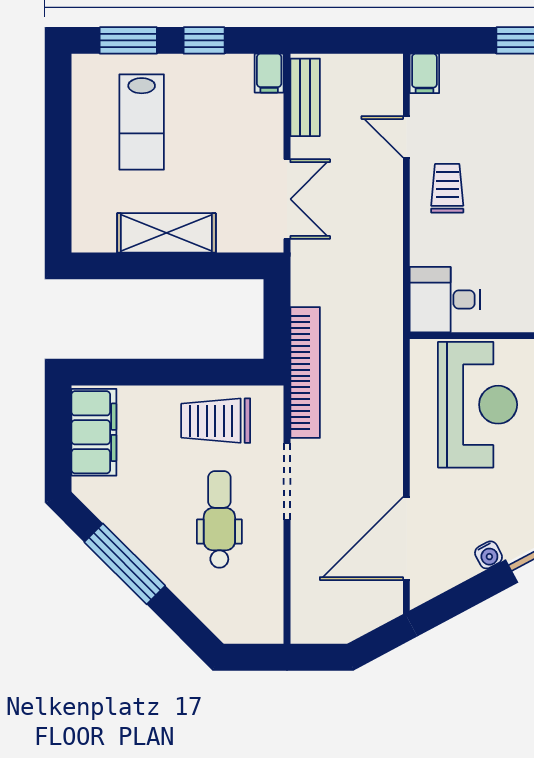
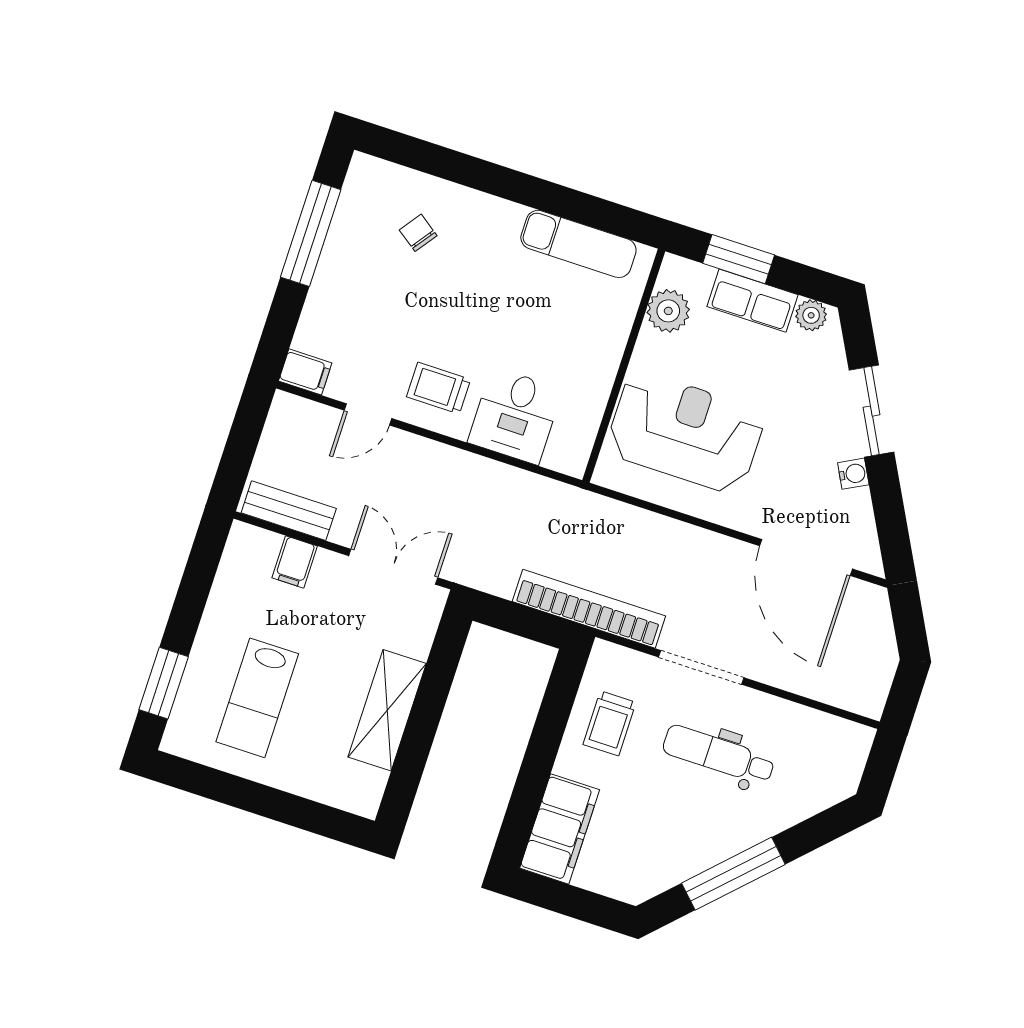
window: (204, 40) -> (191, 601), removed
filing cabinet: (269, 73) -> (295, 562), moved, turned 90
lab bench: (142, 122) -> (257, 698), turned 90
desk: (445, 300) -> (515, 416), moved
trolley: (216, 421) -> (609, 723), width x0.73, depth x0.72
filing cabinet: (94, 432) -> (560, 829), moved, turned 90

